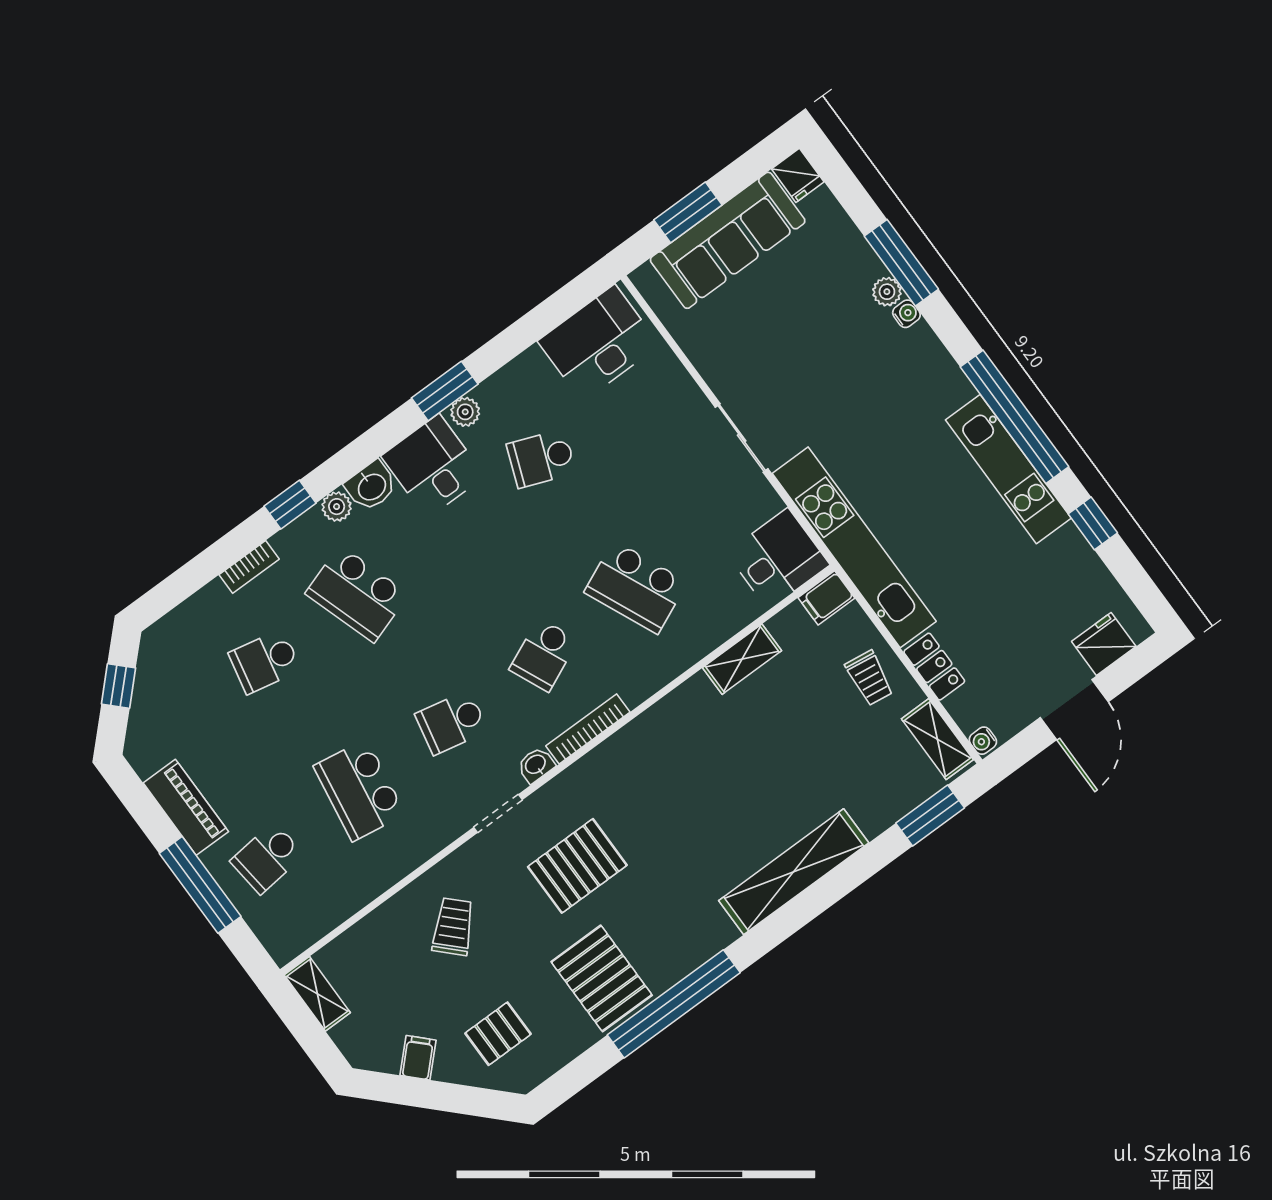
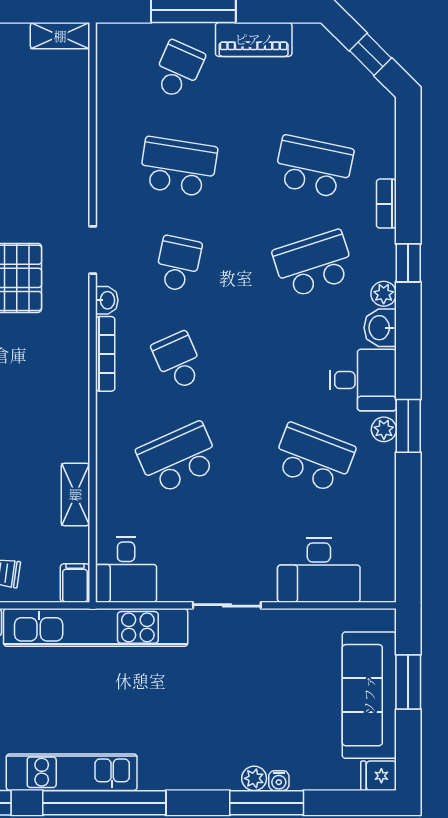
water cooler: (906, 314) -> (279, 781), moved
desk: (598, 343) -> (319, 570), moved, turned 90
school desk: (541, 459) -> (314, 458), width x1.85
school desk: (265, 662) -> (314, 167), width x1.85
school desk: (267, 858) -> (178, 70), turned 30
trolley: (453, 927) -> (38, 162), removed

